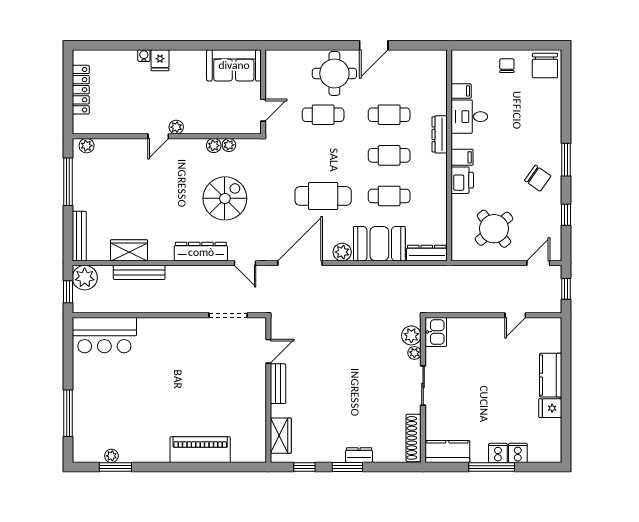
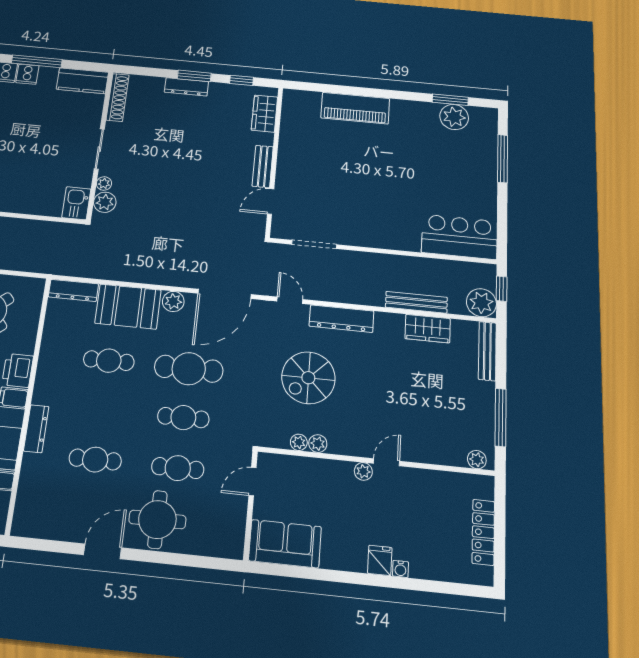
cafe table: (389, 155) -> (183, 418), moved
dresser: (359, 455) -> (186, 87), width x1.44
plant: (111, 456) -> (454, 117), width x1.88, depth x1.88

